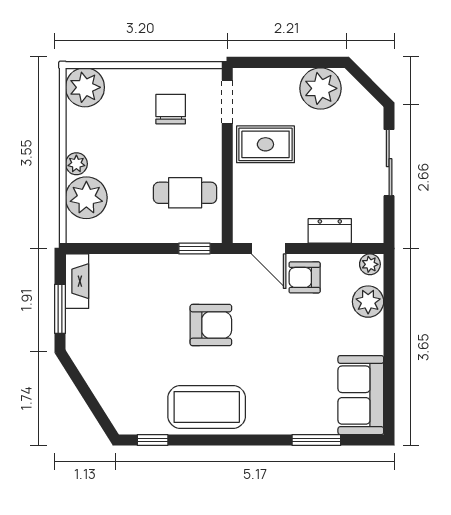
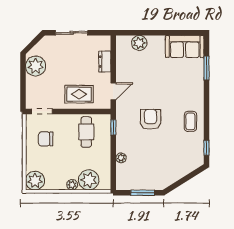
rug: (265, 144) -> (79, 94), moved, turned 90
plant: (370, 264) -> (121, 158), moved
armchair: (305, 277) -> (127, 74), removed
fireplace: (77, 281) -> (129, 184), removed
coffee table: (207, 407) -> (190, 121), width x0.54, depth x0.58

